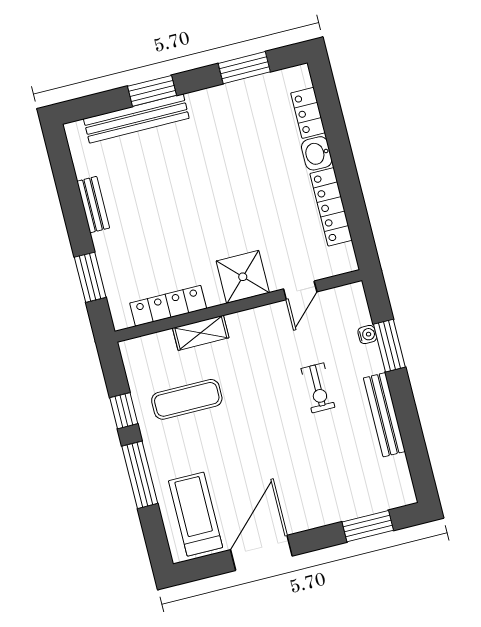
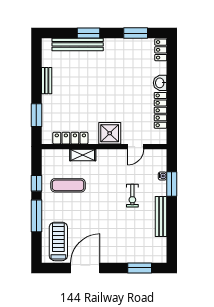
locker: (308, 113) -> (161, 50), moved

